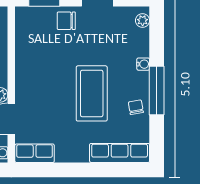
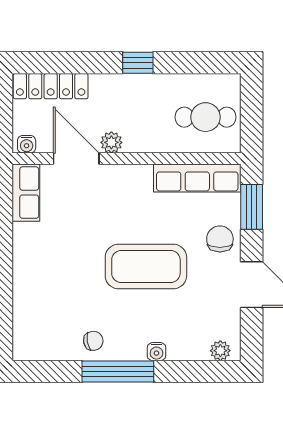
coffee table: (92, 93) -> (146, 267), moved
row of seats: (120, 153) -> (197, 178), moved, turned 90

